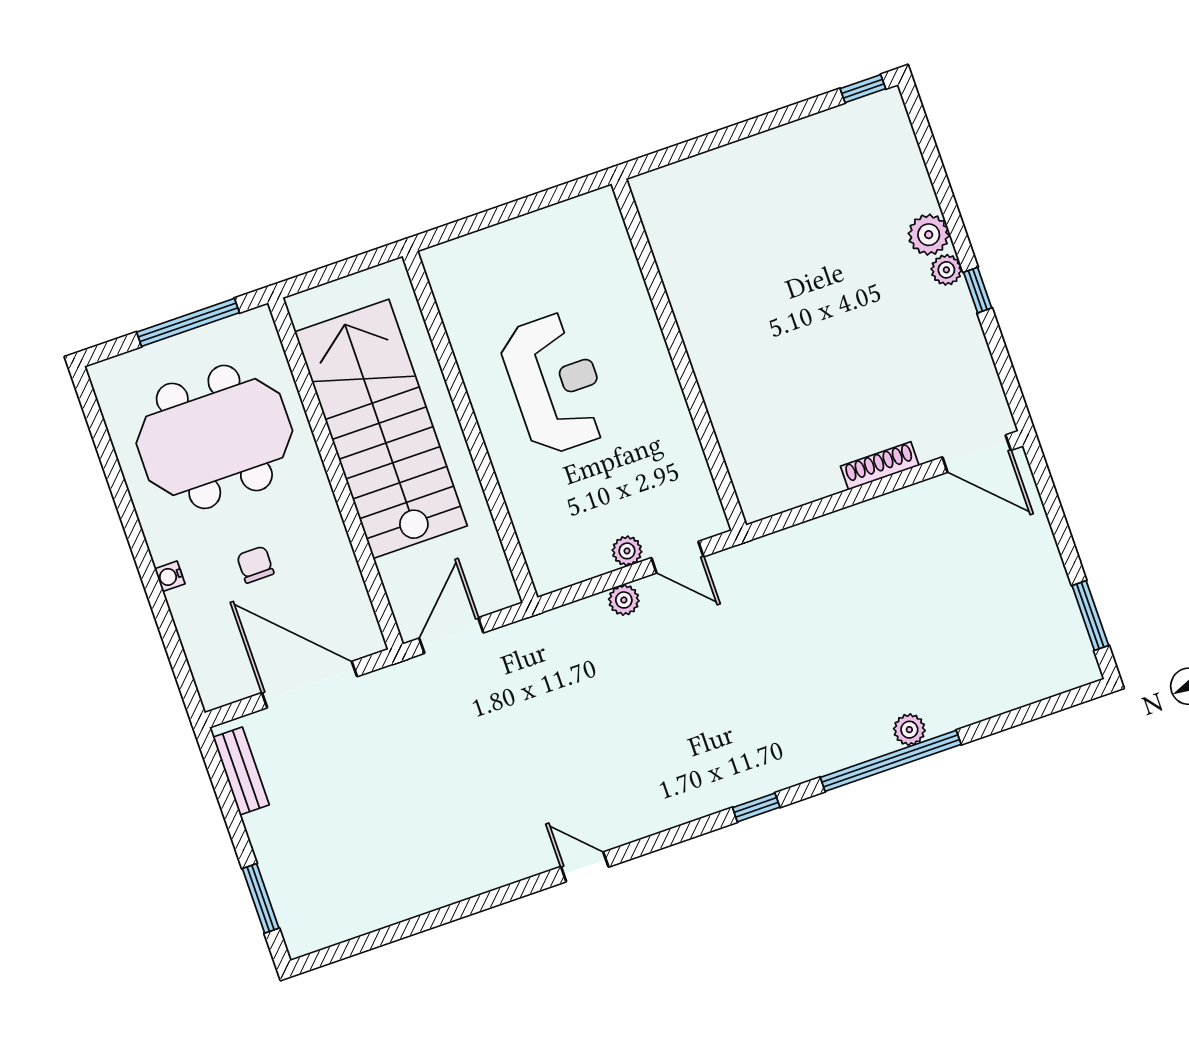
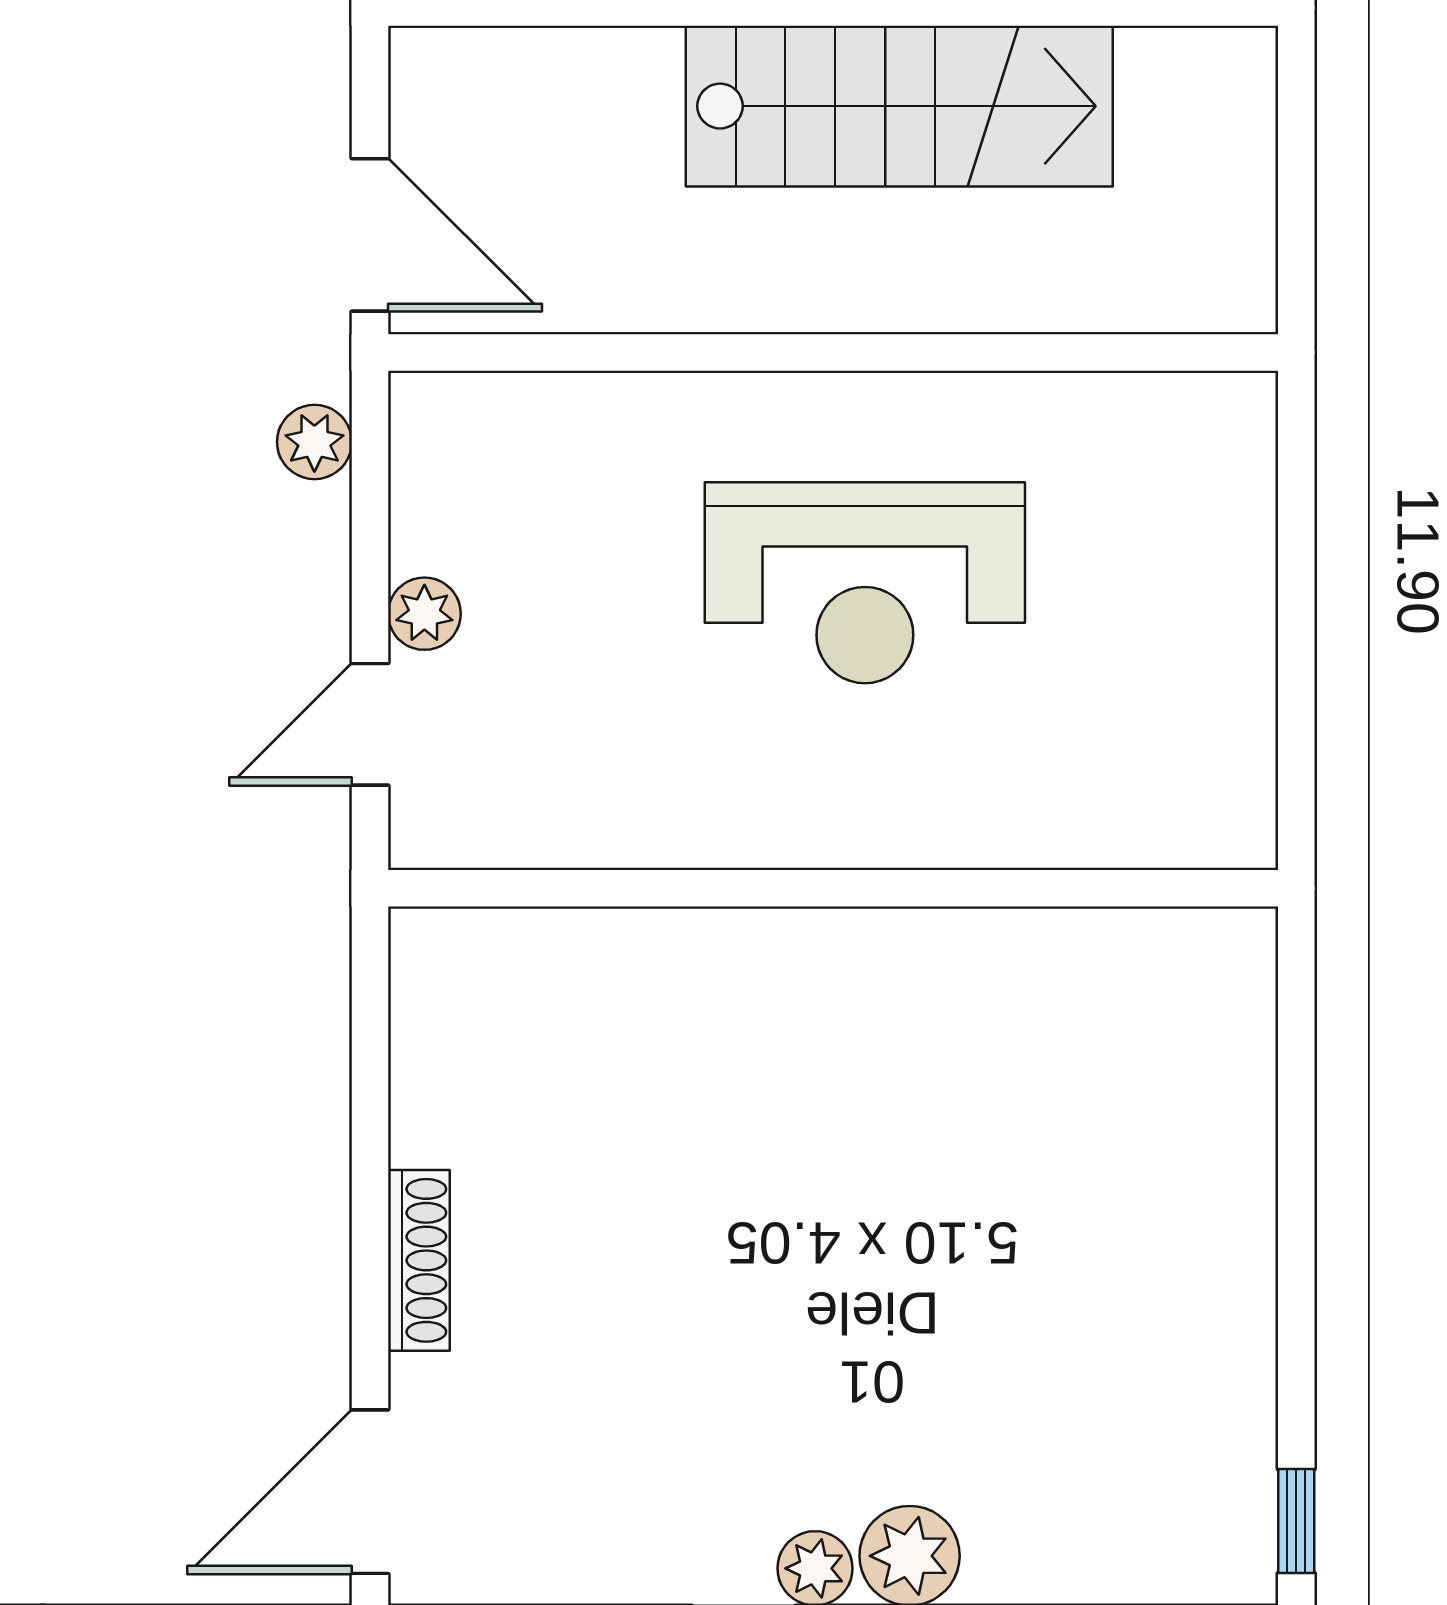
stairs: (381, 429) -> (899, 106), width x0.73, depth x0.66
plant: (624, 600) -> (314, 442), moved
door: (451, 636) -> (370, 235), moved

